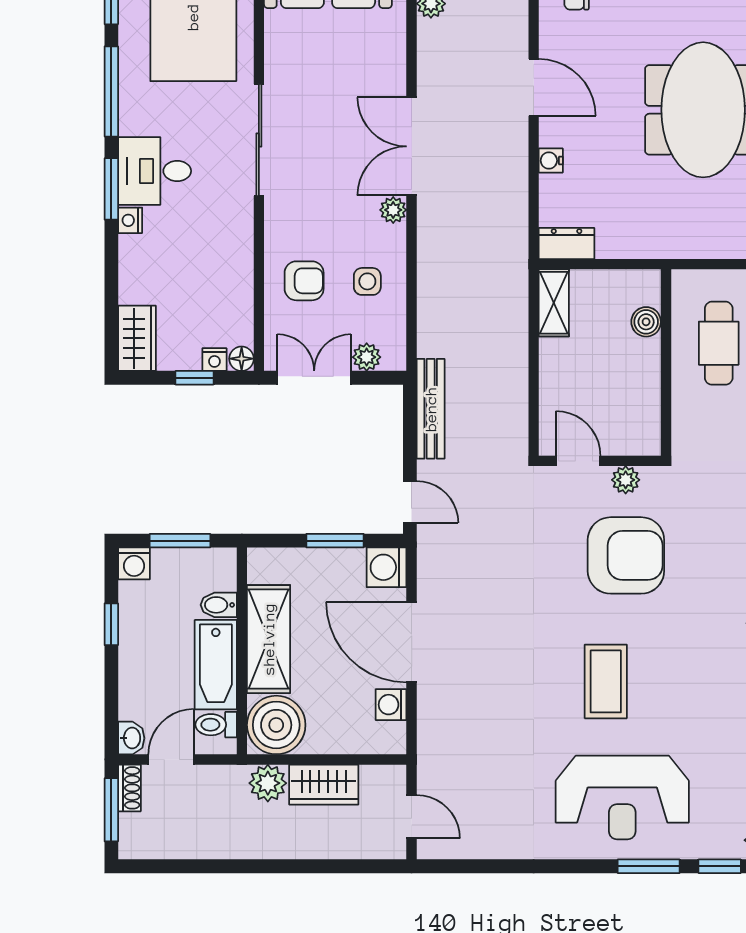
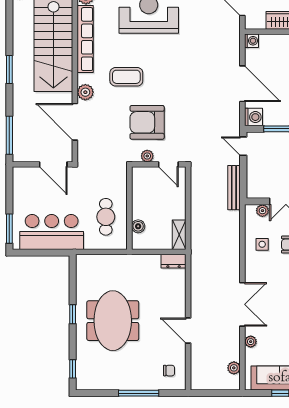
water cooler: (551, 161) -> (181, 298), removed
plant: (393, 210) -> (251, 342), moved
coffee table: (606, 681) -> (126, 77), moved, turned 90
washing machine: (391, 705) -> (252, 41), moved

